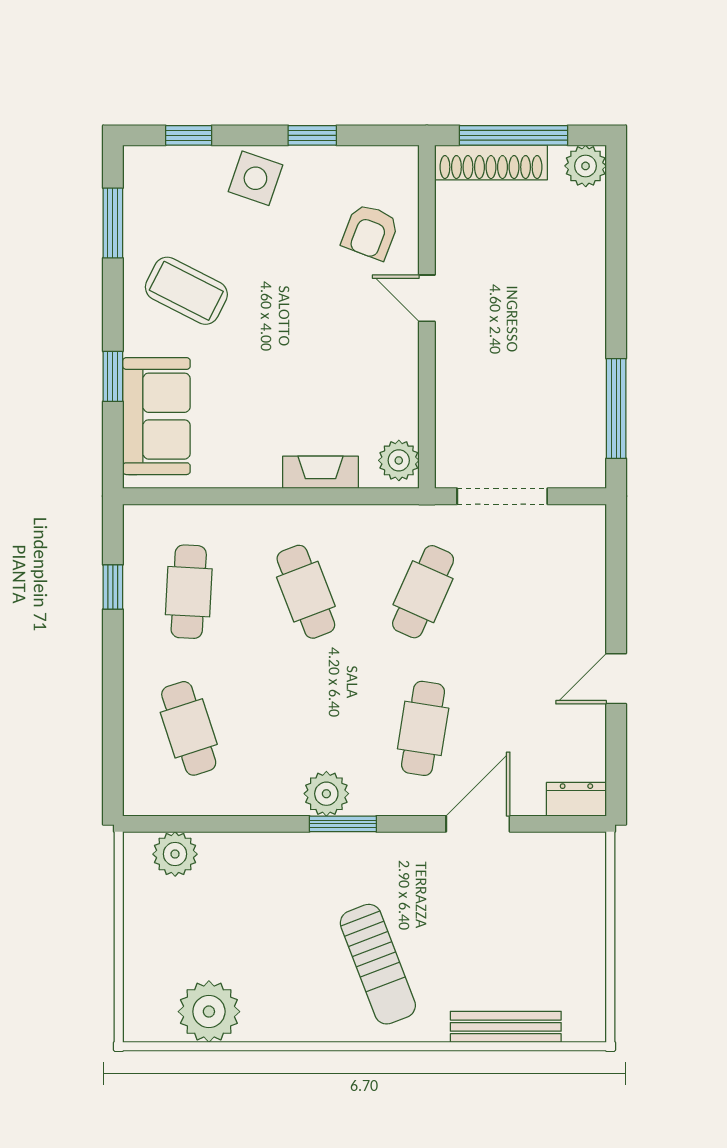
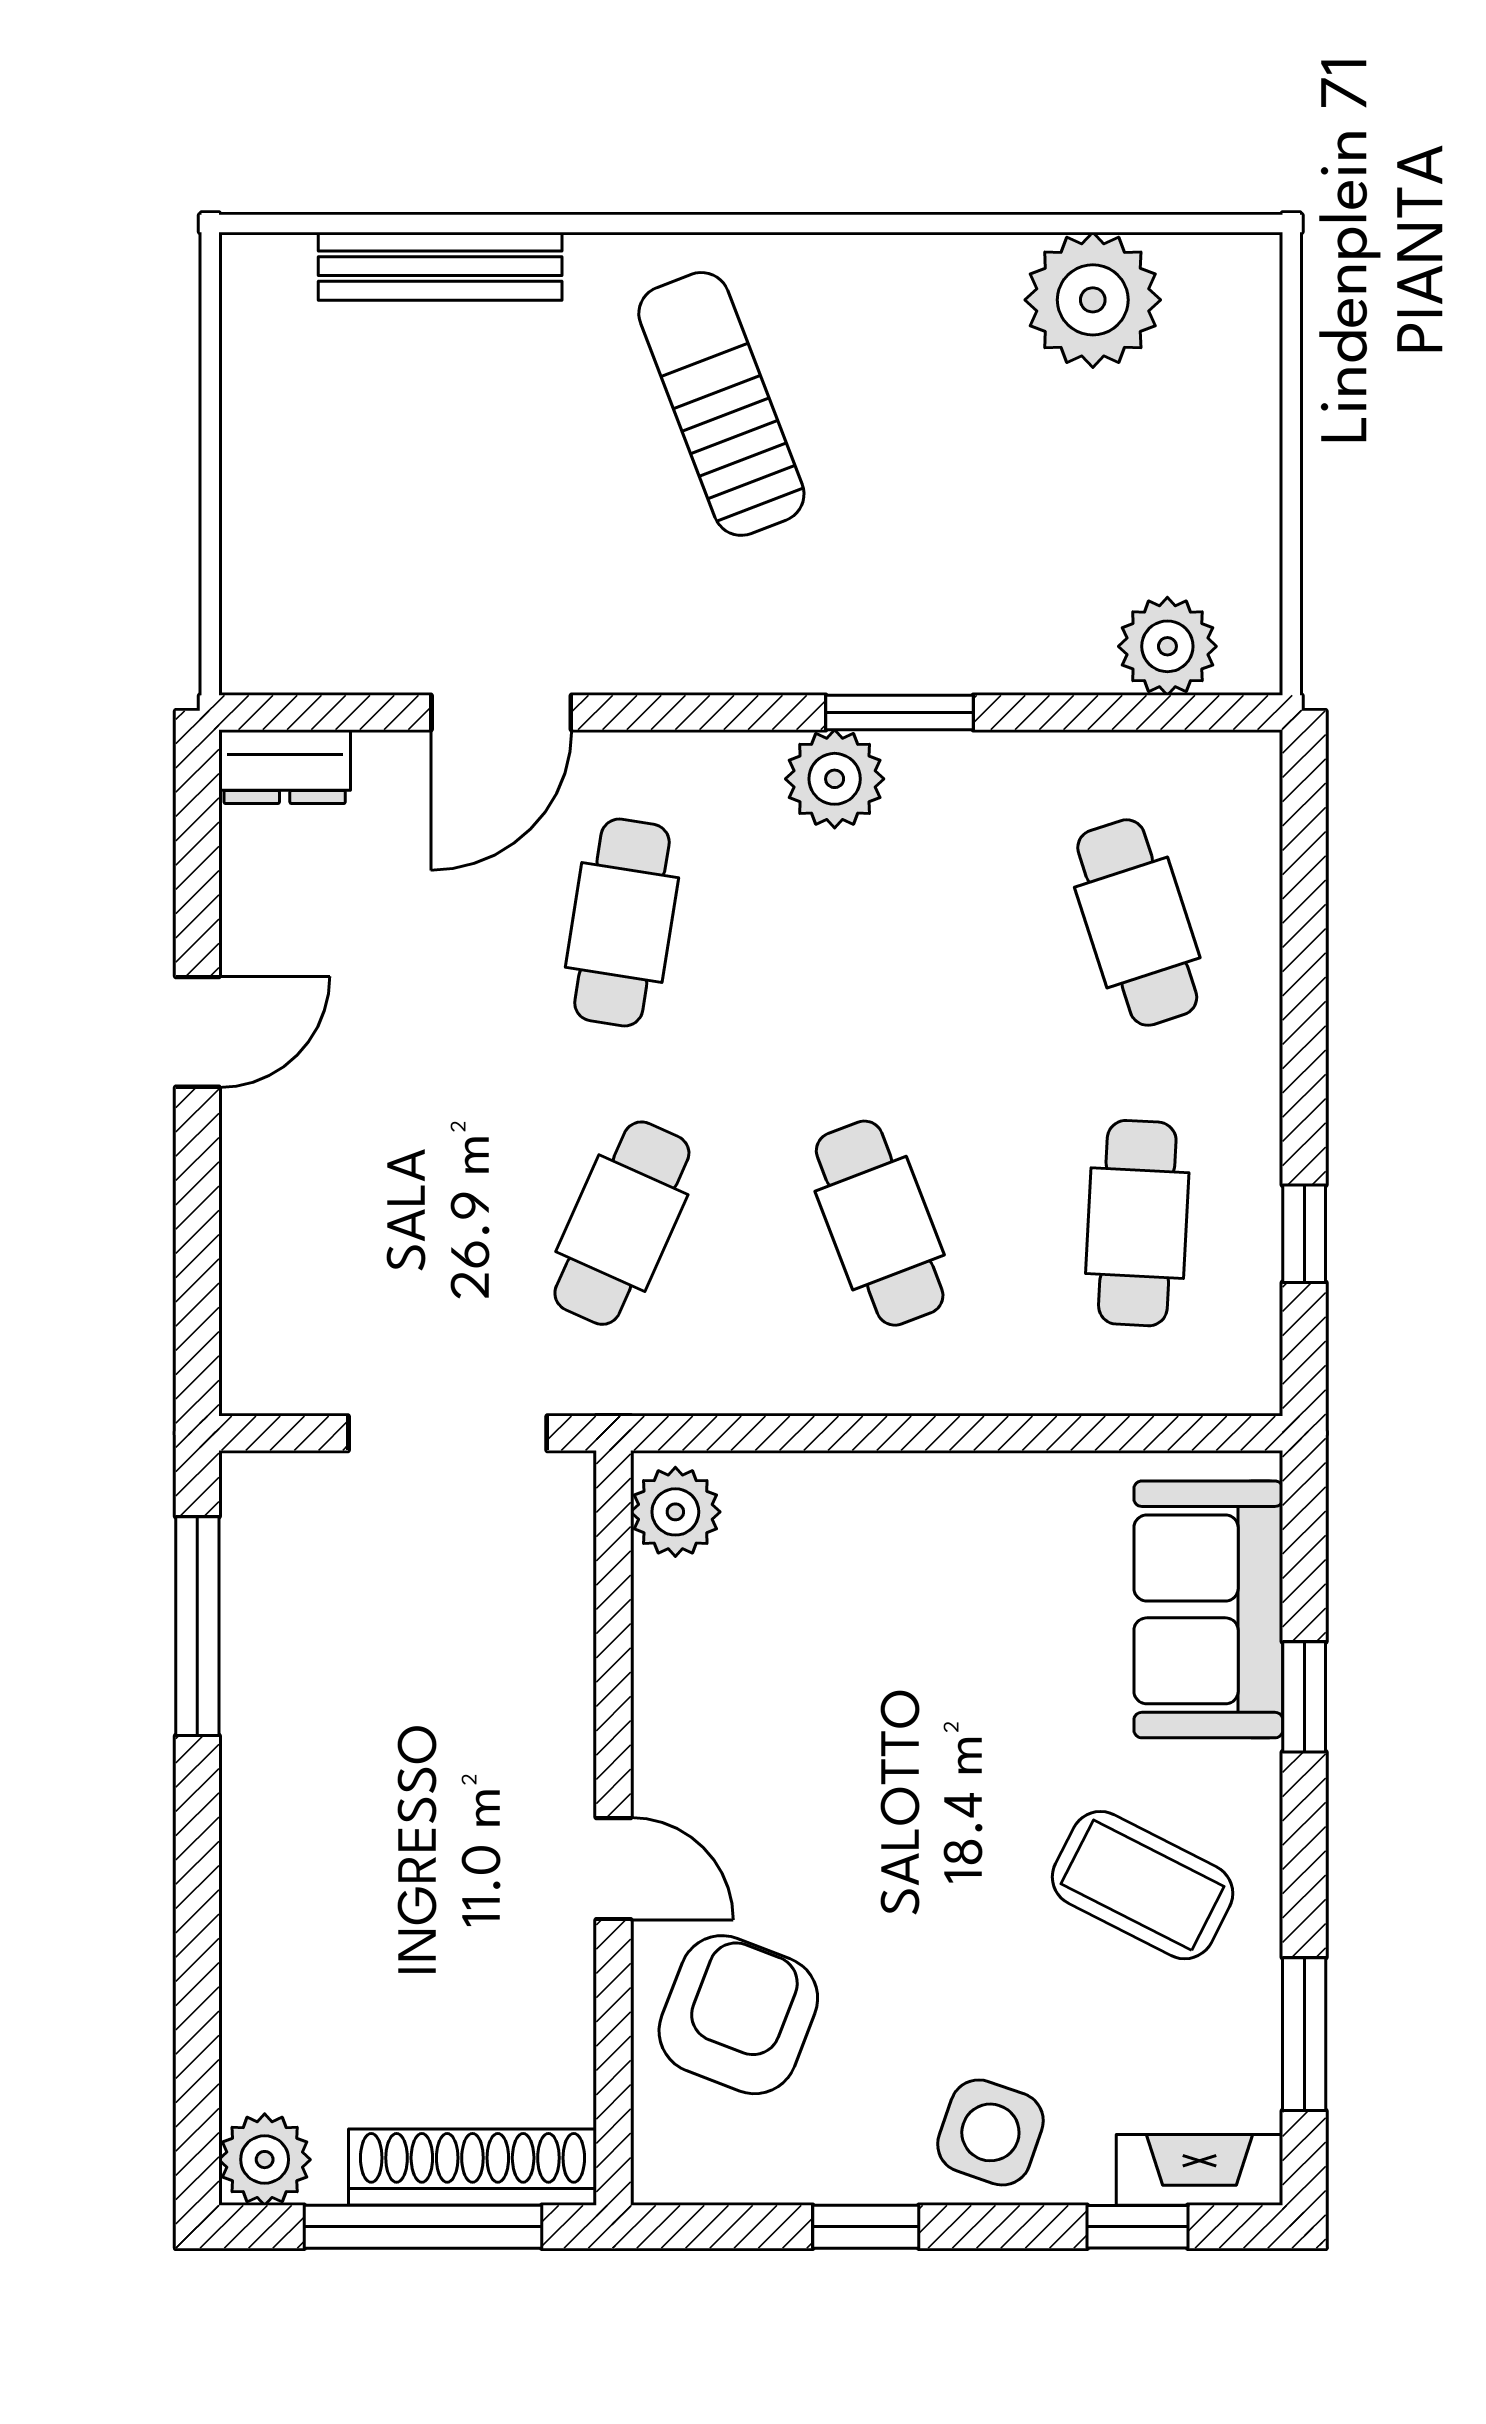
armchair: (370, 232) -> (738, 2015), width x1.38, depth x1.38
fireplace: (320, 472) -> (1200, 2170), moved, turned 180
window: (343, 824) -> (899, 712), moved

